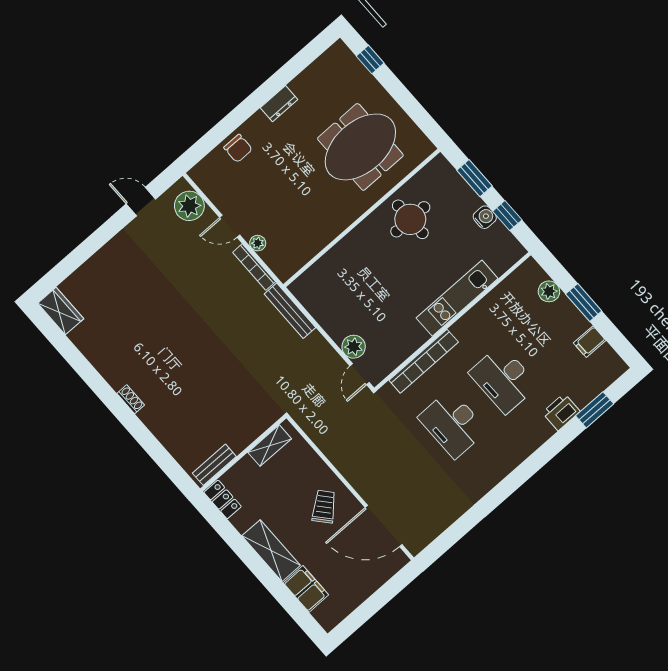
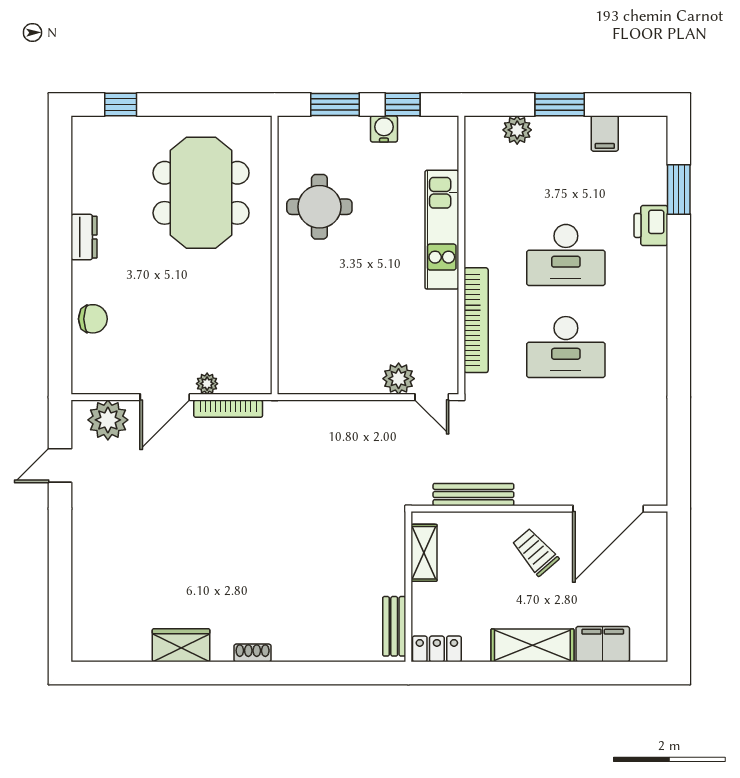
door: (230, 226) -> (165, 397), width x1.38
wardrobe: (61, 311) -> (181, 645), moved
bench: (290, 311) -> (473, 495), moved

